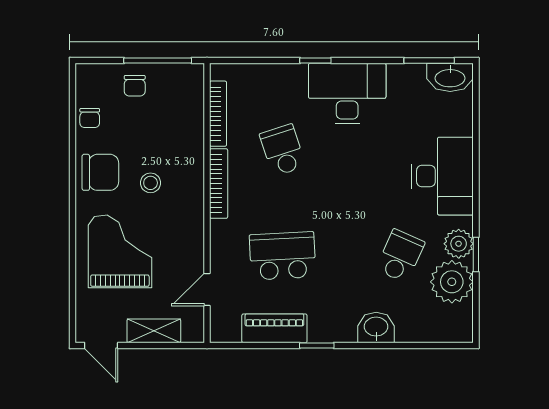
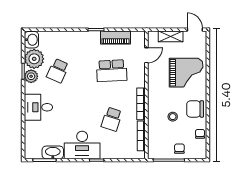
washbasin: (450, 77) -> (53, 152), moved
school desk: (283, 150) -> (112, 119), turned 36
desk: (442, 176) -> (38, 107), width x0.73
stool: (151, 183) -> (173, 117), moved
grand piano: (120, 251) -> (186, 73), turned -90
washbasin: (376, 327) -> (31, 40), moved, turned -90

